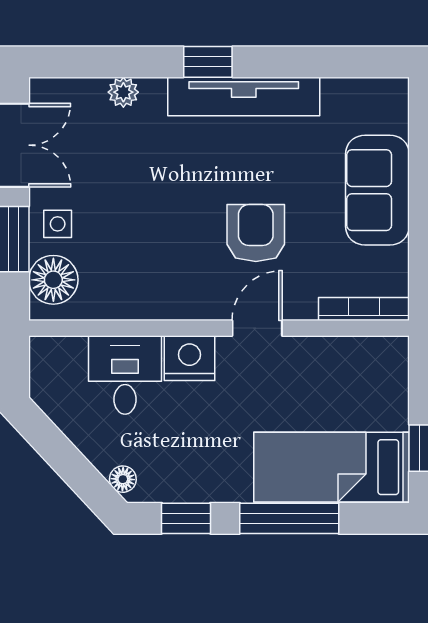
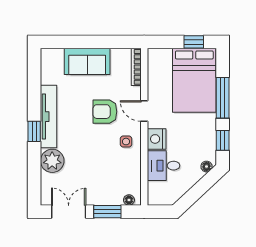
plant: (123, 92) -> (52, 161), width x1.87, depth x1.87
side table: (58, 224) -> (126, 142), moved
floor lamp: (53, 280) -> (129, 200), width x0.53, depth x0.53
bed: (332, 467) -> (194, 80), width x1.50

